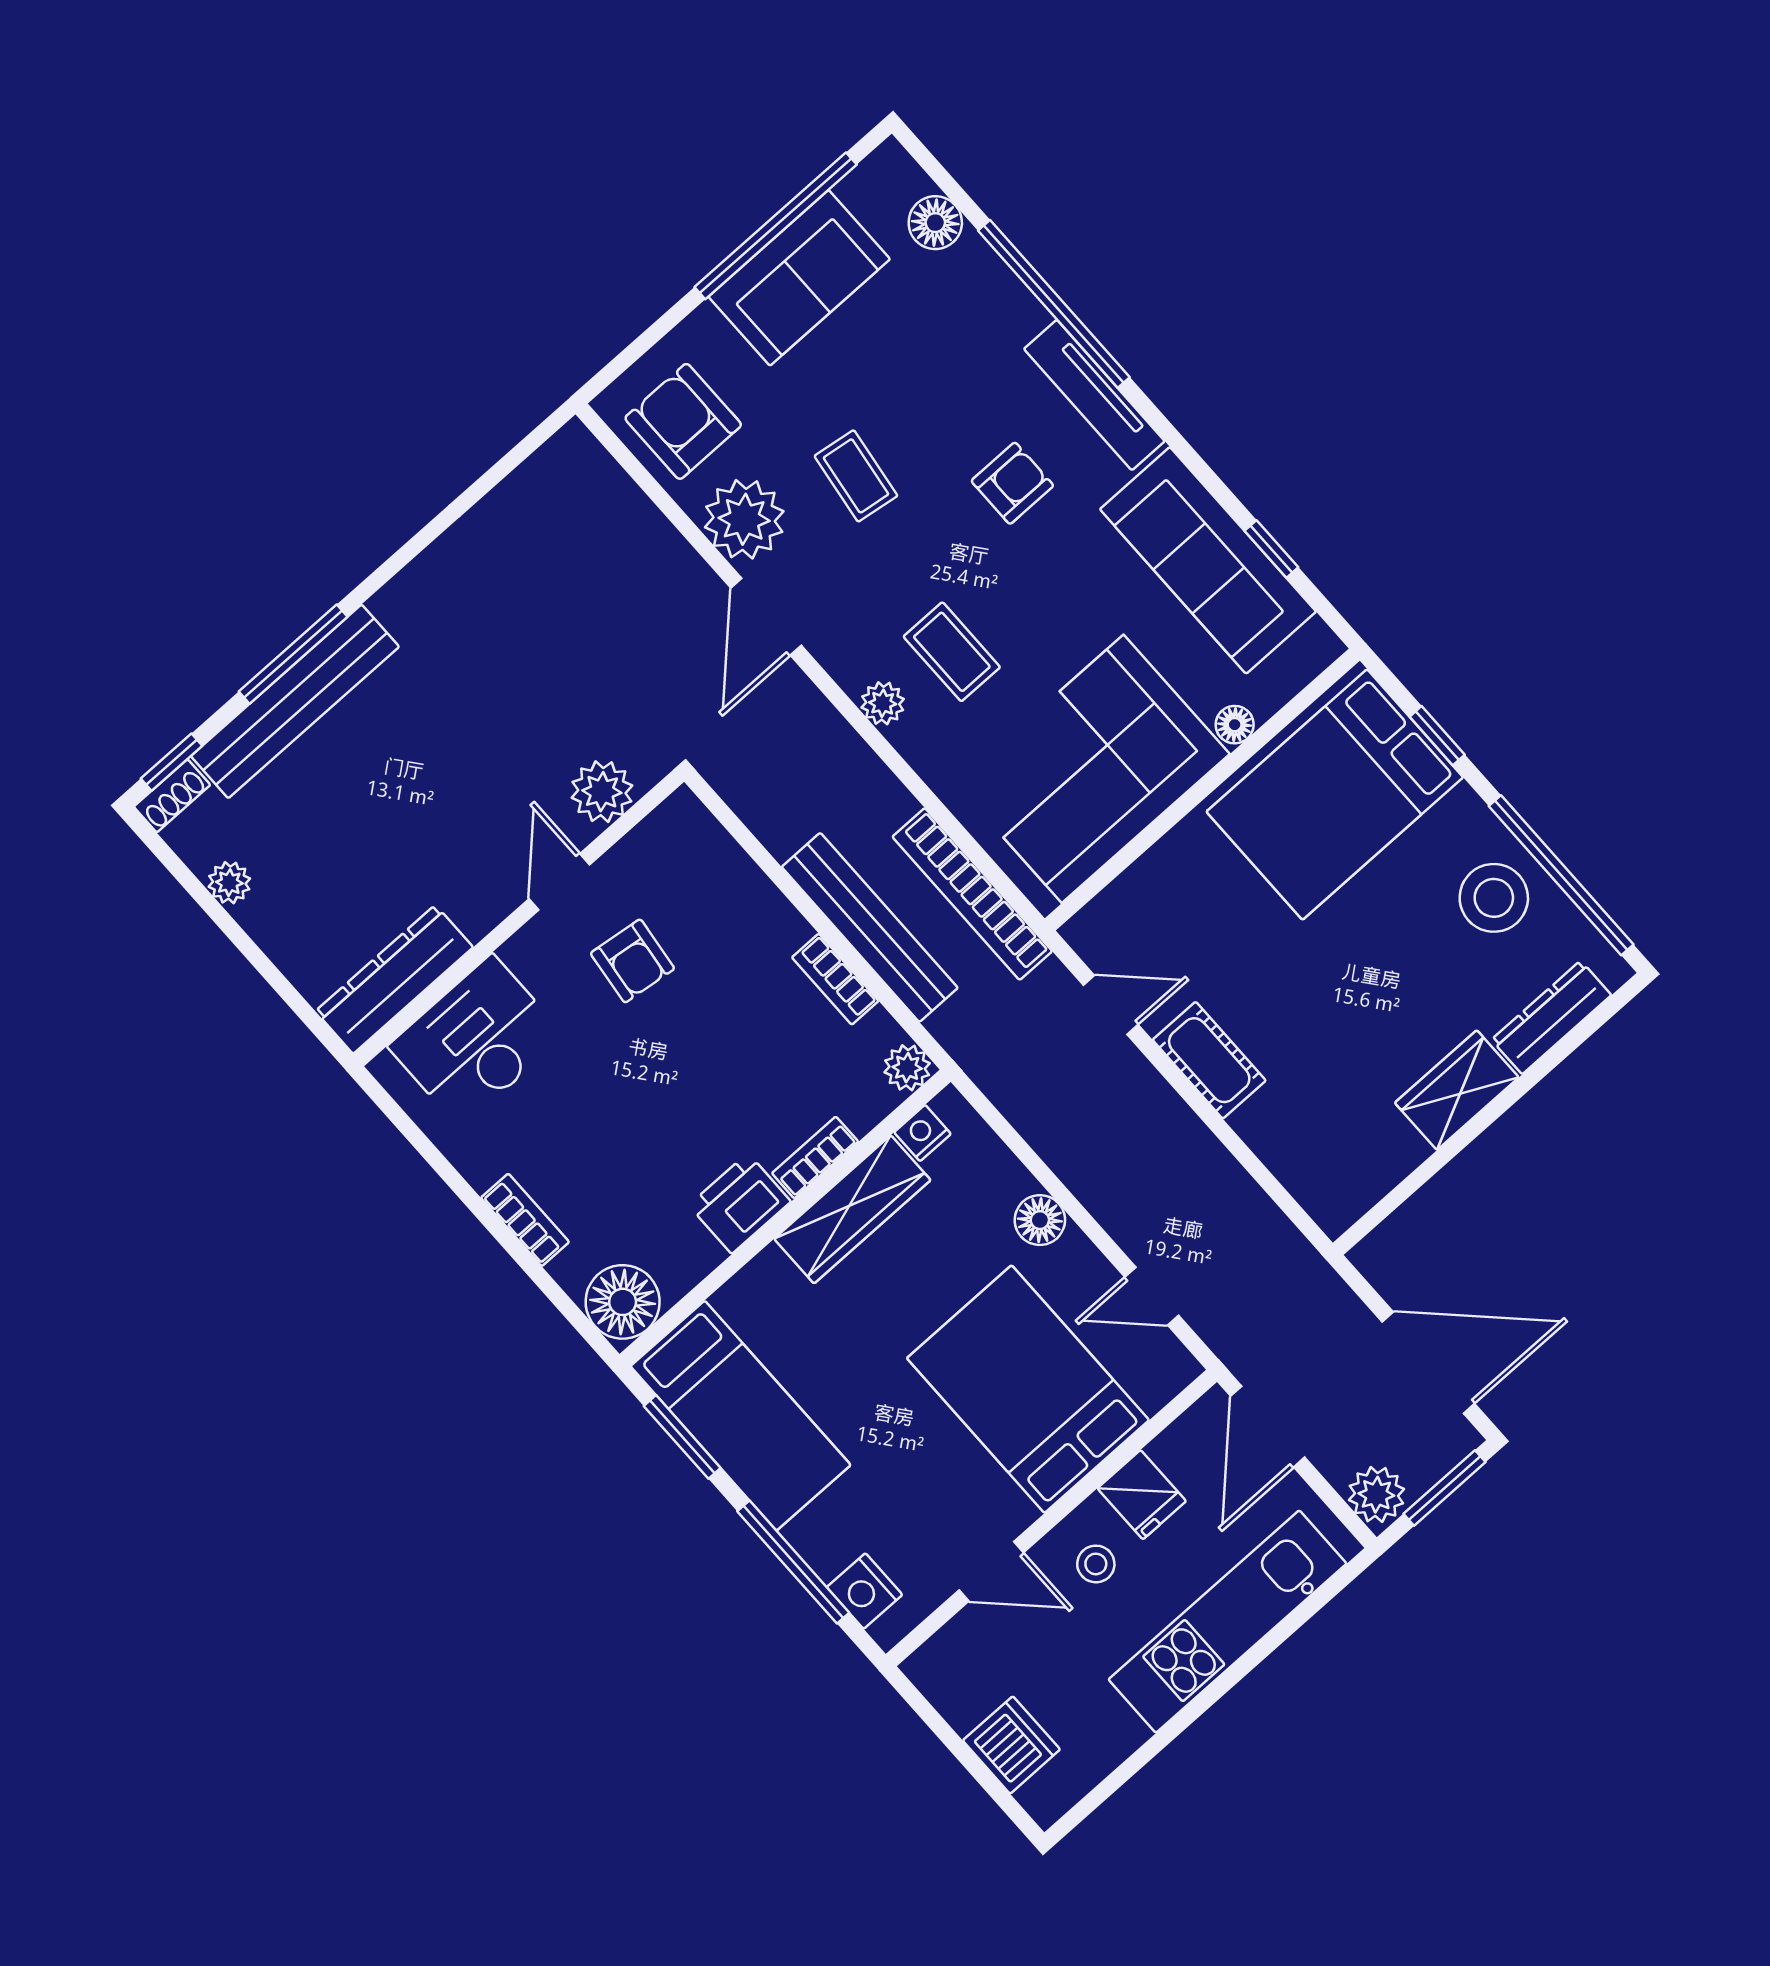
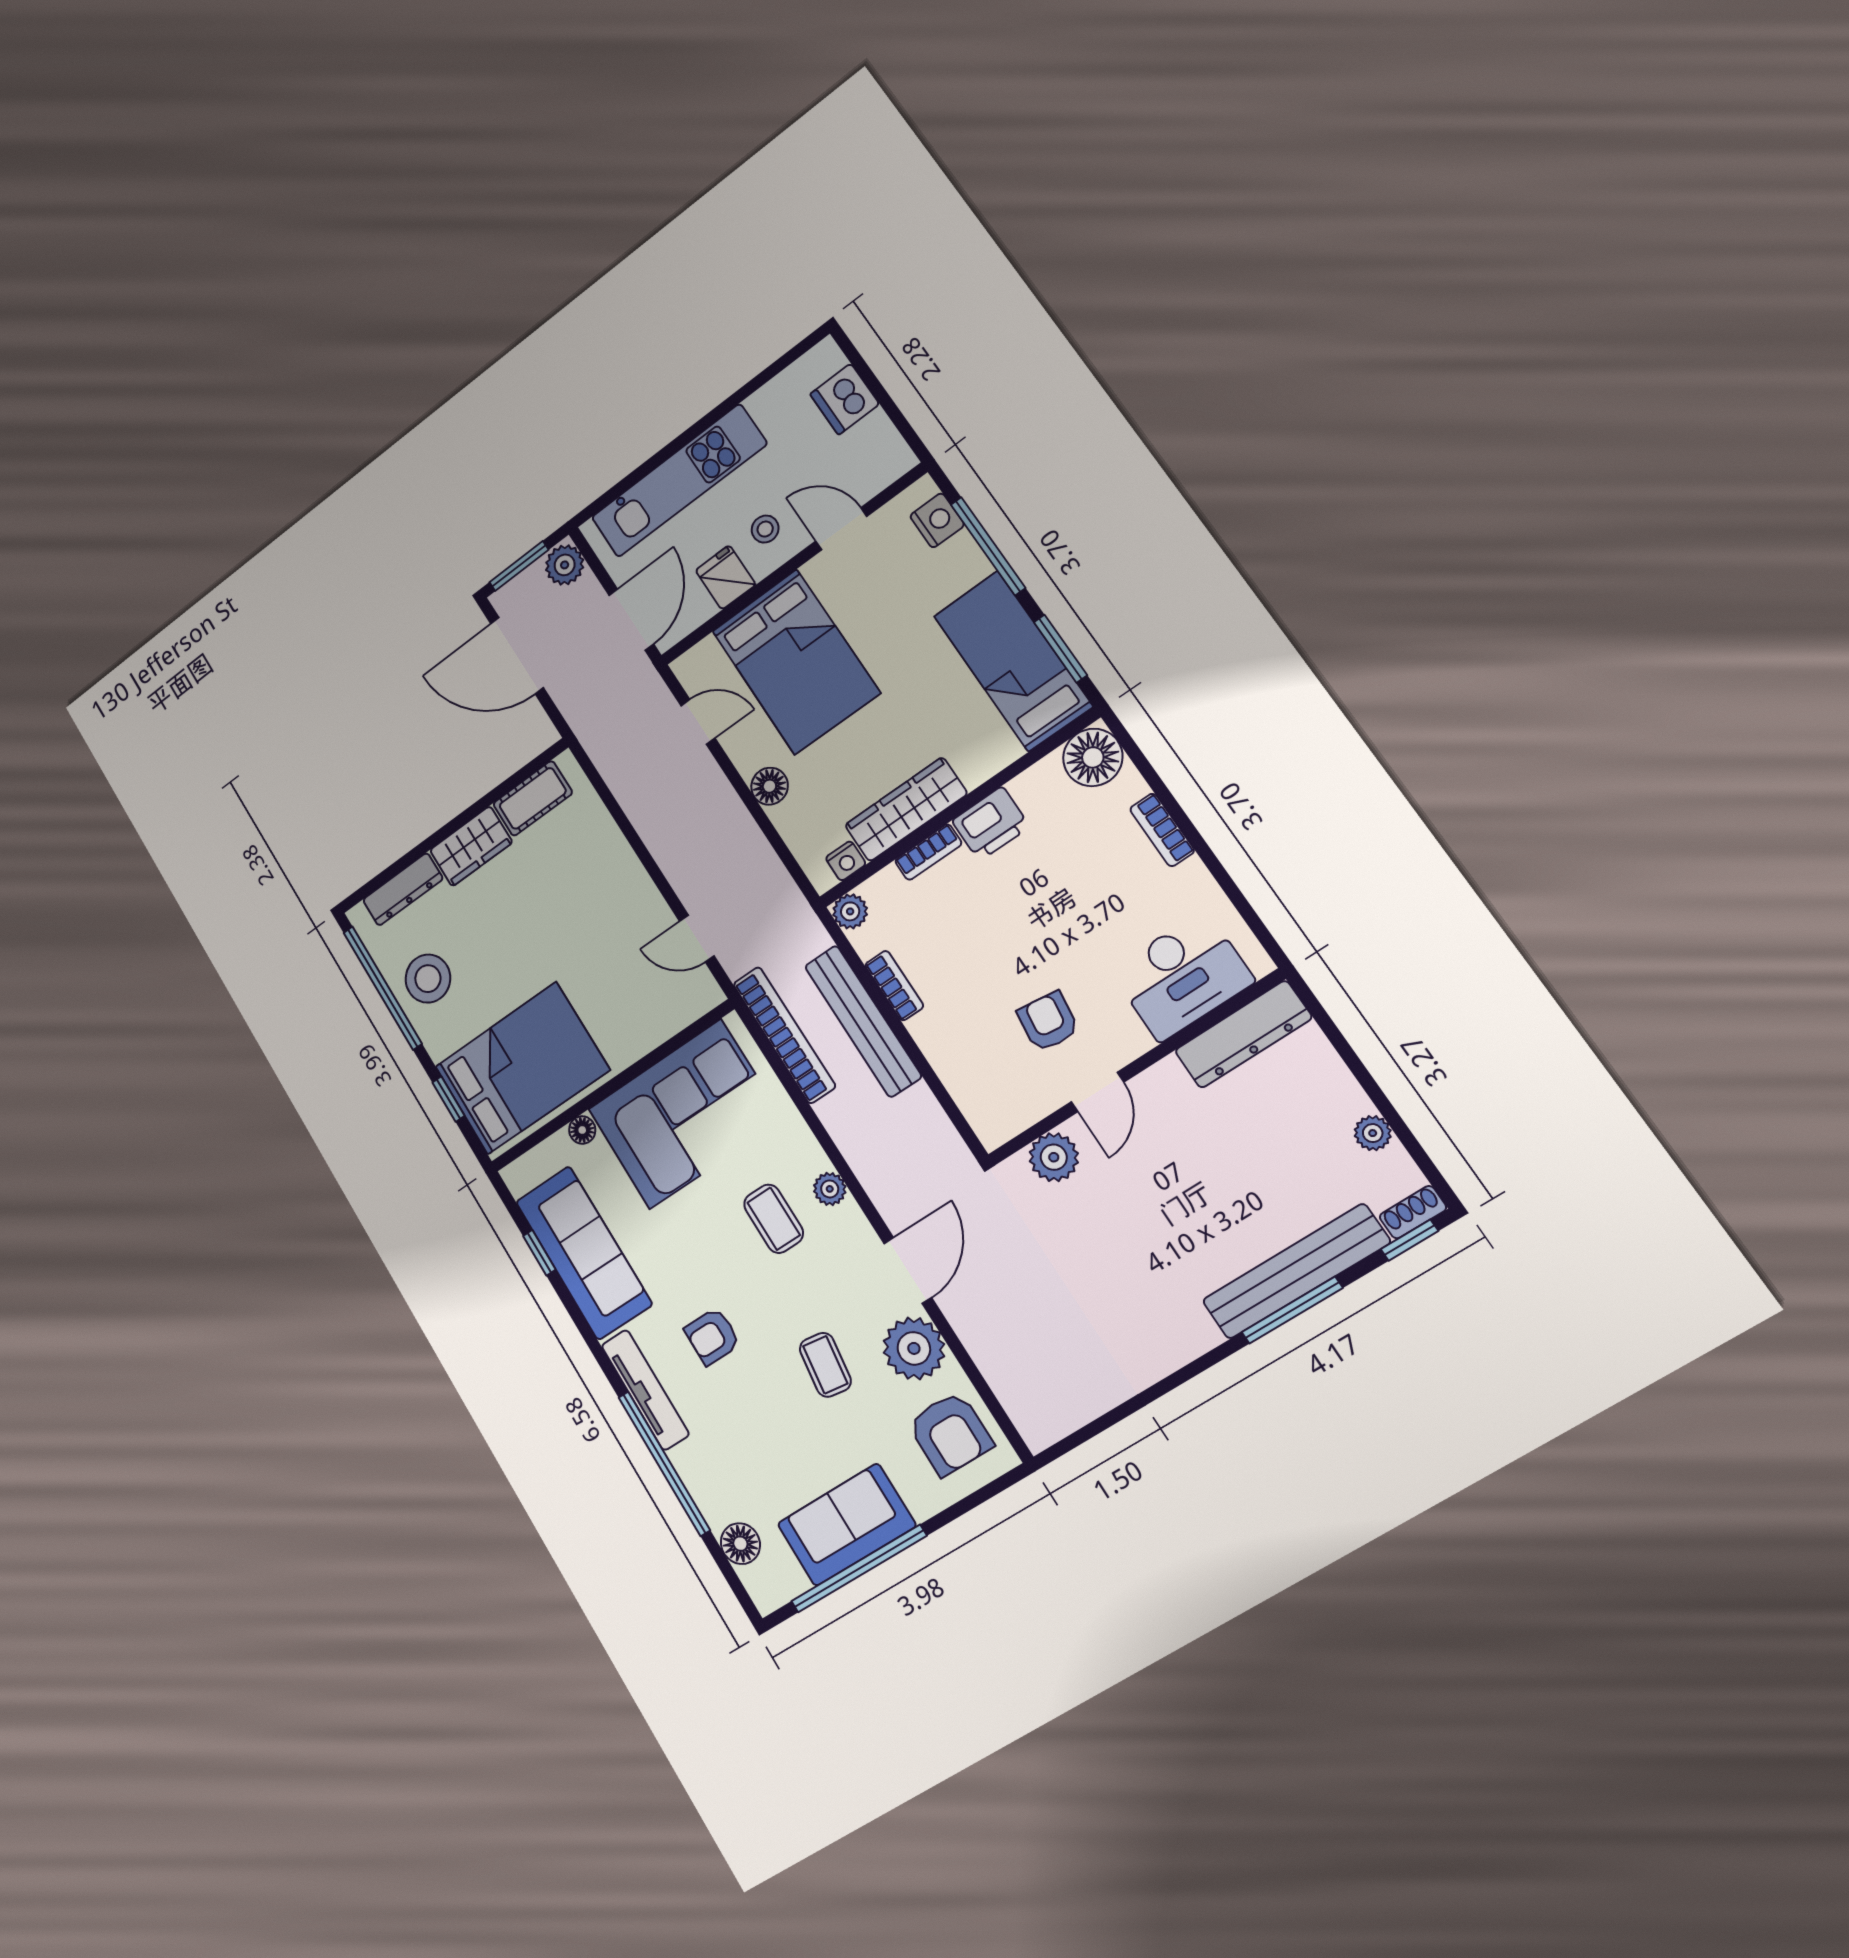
cot: (1209, 1060) -> (533, 798), moved, turned 90

